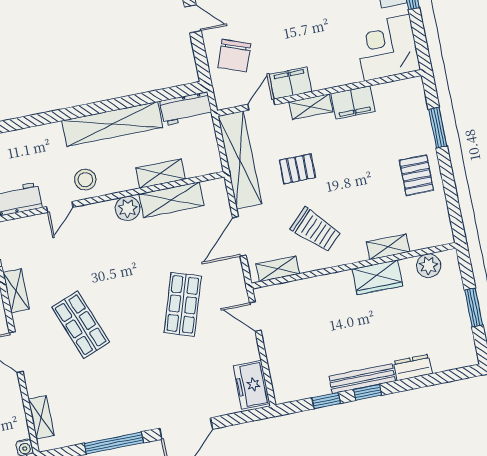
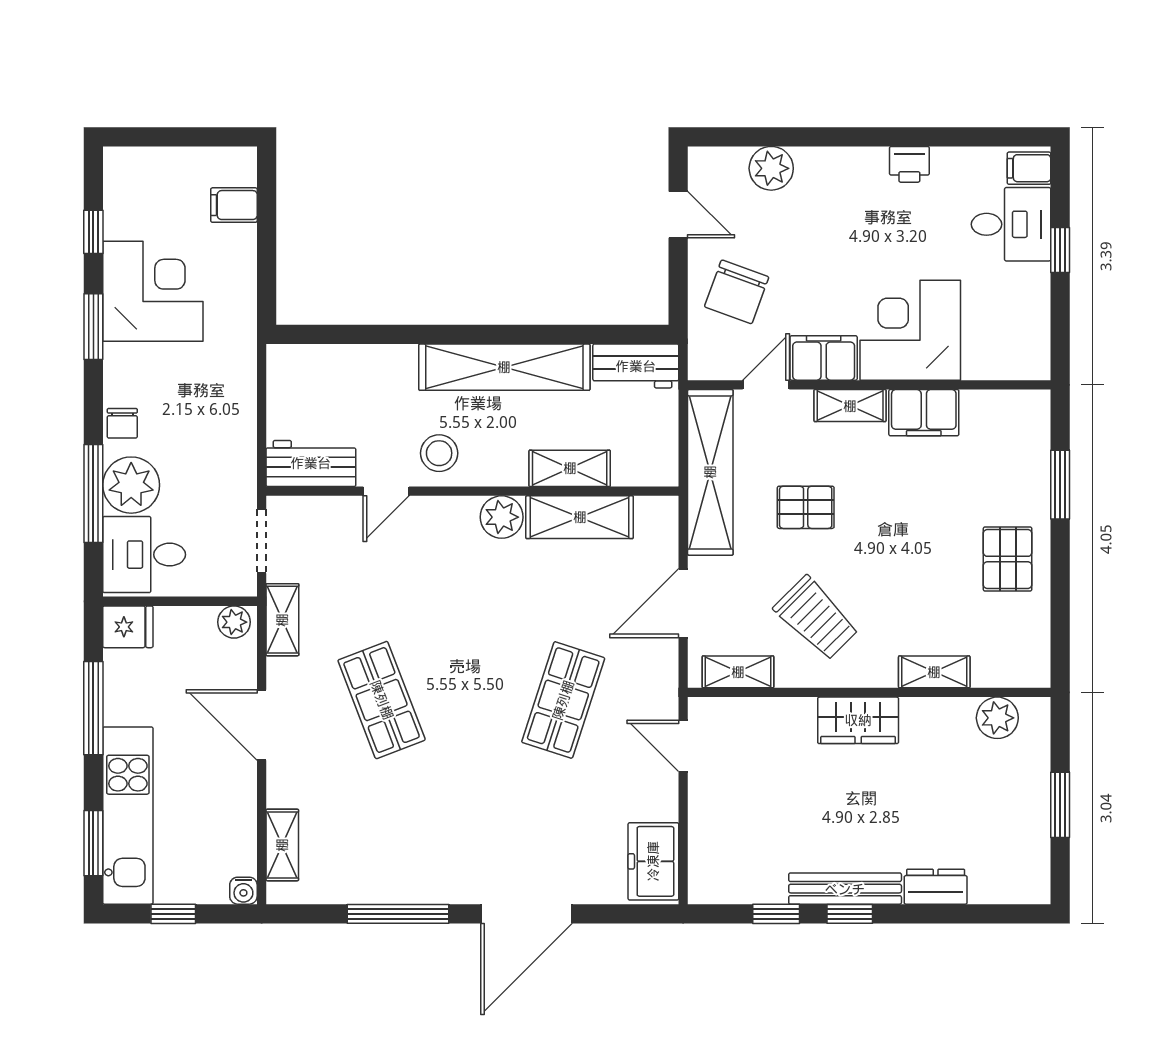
corner desk: (387, 48) -> (910, 330), moved
wardrobe: (377, 277) -> (858, 720), moved

